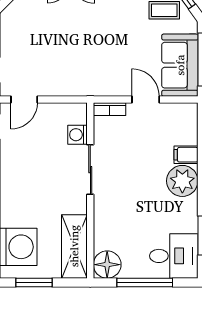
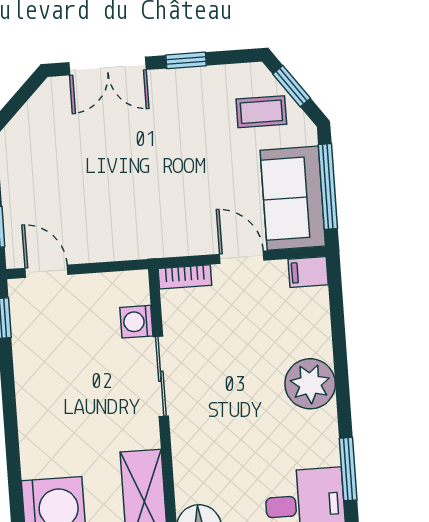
door: (24, 100) -> (46, 271), swing flipped
filing cabinet: (186, 155) -> (308, 272), moved

